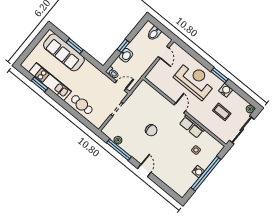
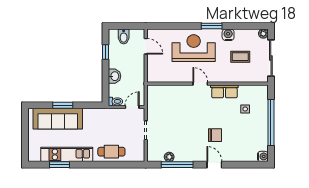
window: (123, 46) -> (105, 52), moved
chair: (151, 130) -> (215, 135), moved
water cooler: (198, 172) -> (263, 156), moved

